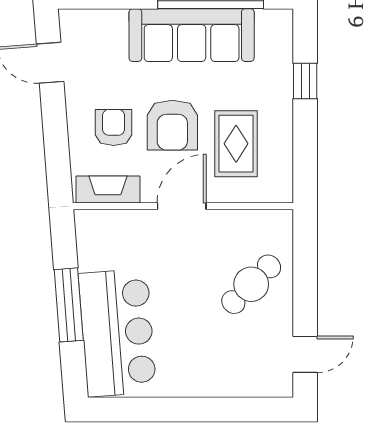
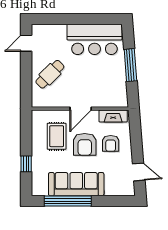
armchair: (172, 125) -> (85, 144), turned 180
bar counter: (117, 333) -> (94, 39), moved, turned -86

